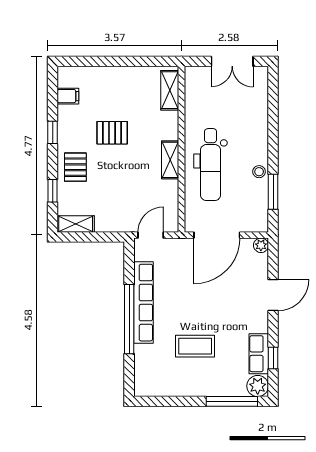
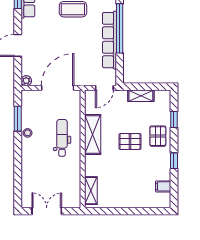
pallet: (112, 133) -> (130, 142), moved
shelving: (170, 160) -> (93, 134), width x1.50, depth x1.33
dental chair: (211, 165) -> (62, 138), width x0.73, depth x0.72
shelving: (76, 224) -> (141, 96), moved

